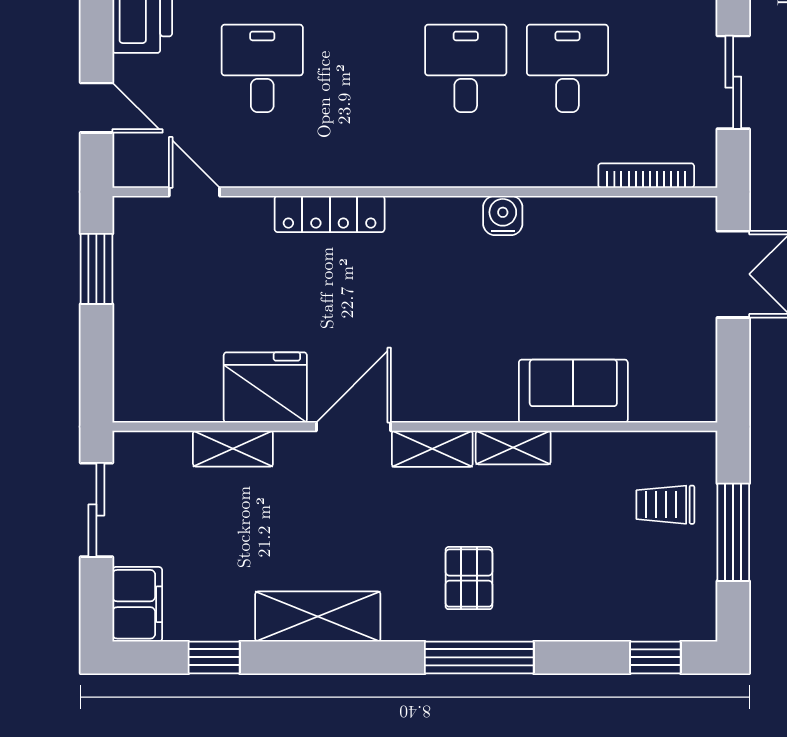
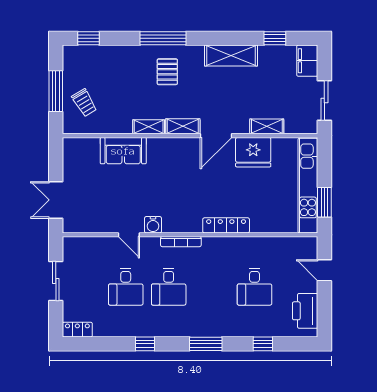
bookcase: (646, 176) -> (181, 242), moved
door: (194, 192) -> (129, 235), moved
kitchen unit: (136, 308) -> (308, 186), added
trolley: (665, 505) -> (84, 103), turned 59

